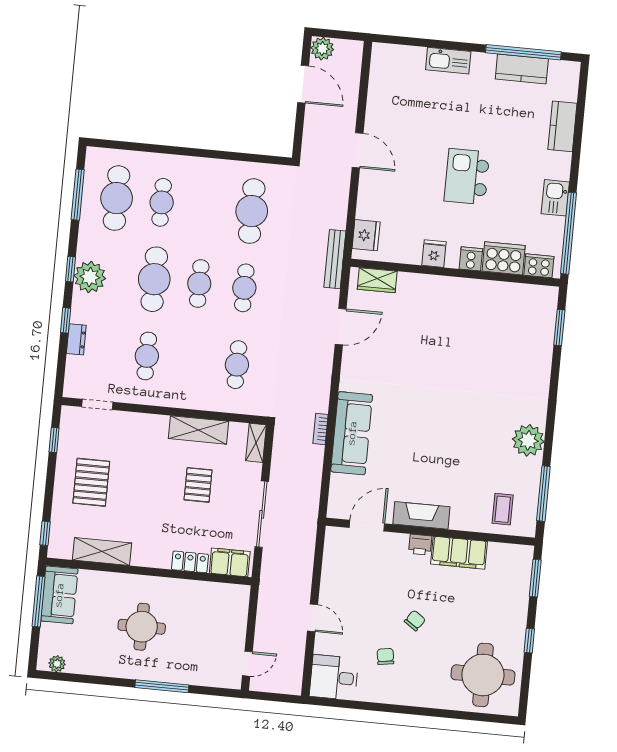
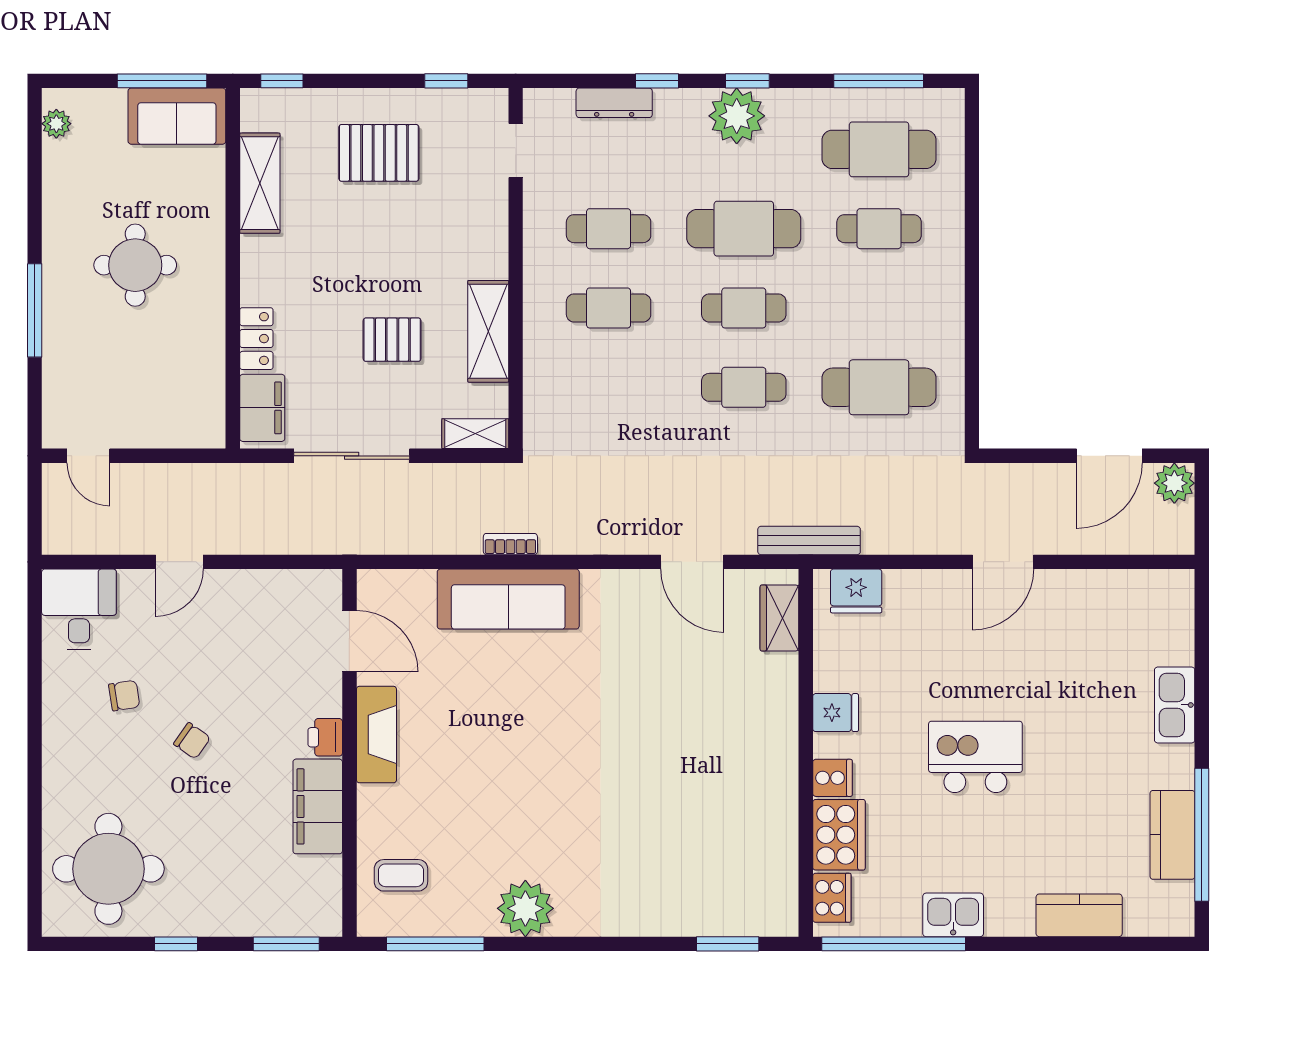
dresser: (76, 339) -> (614, 103), width x1.44
cafe table: (237, 365) -> (609, 308), moved

